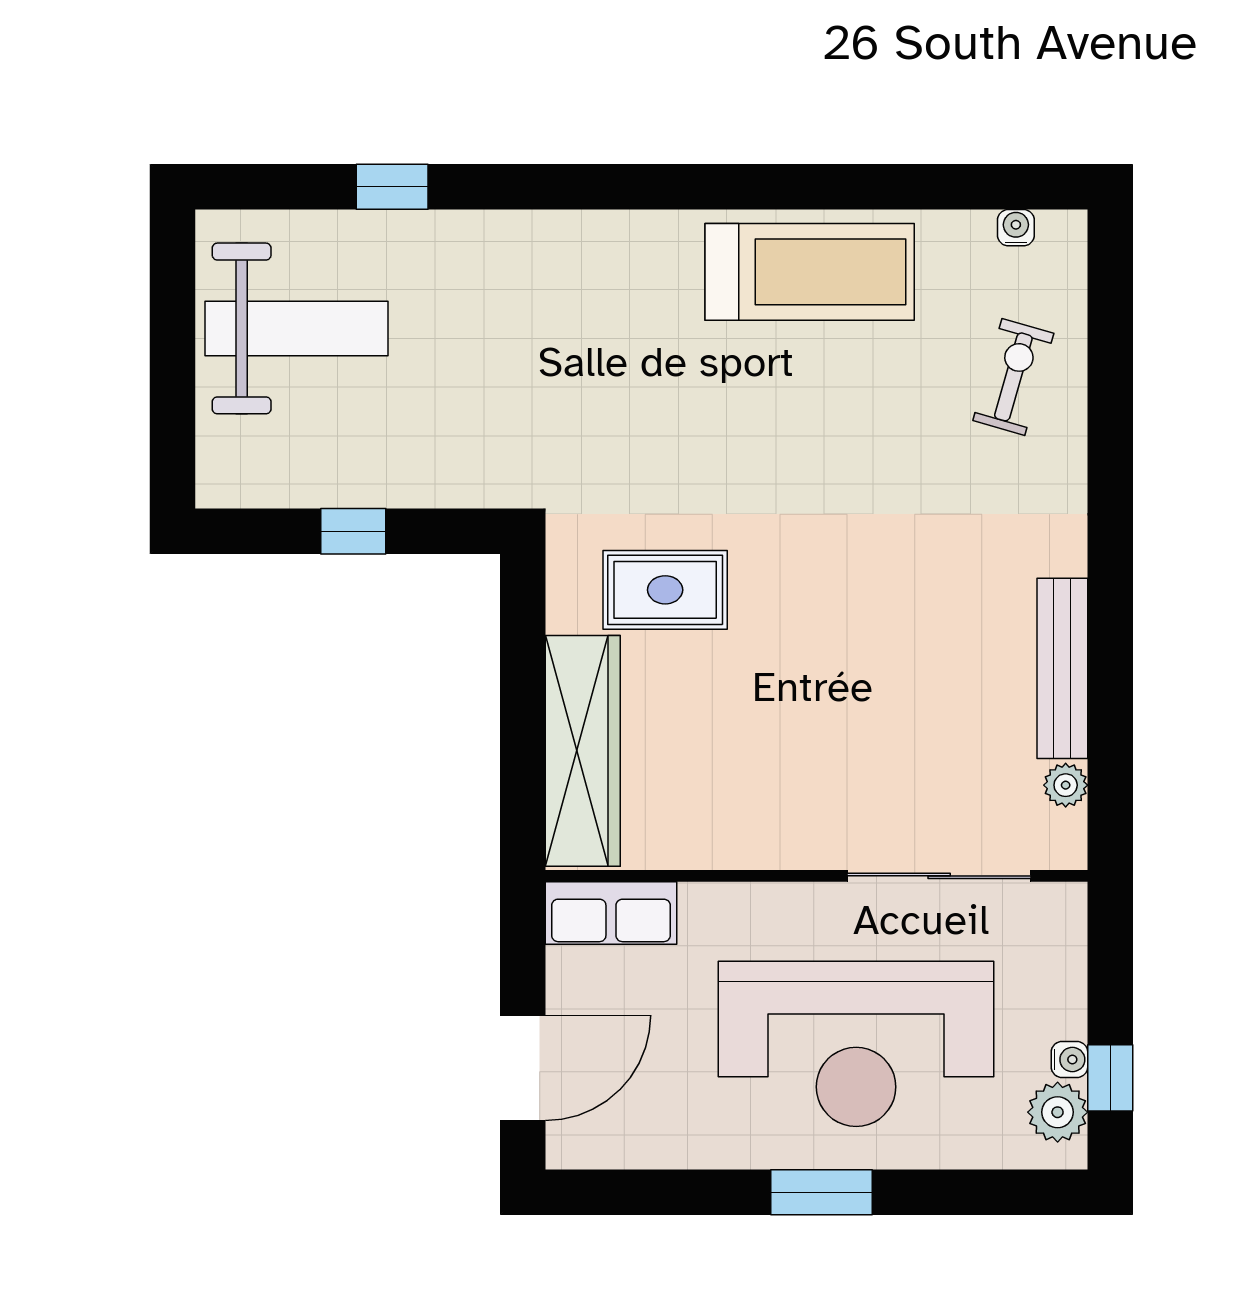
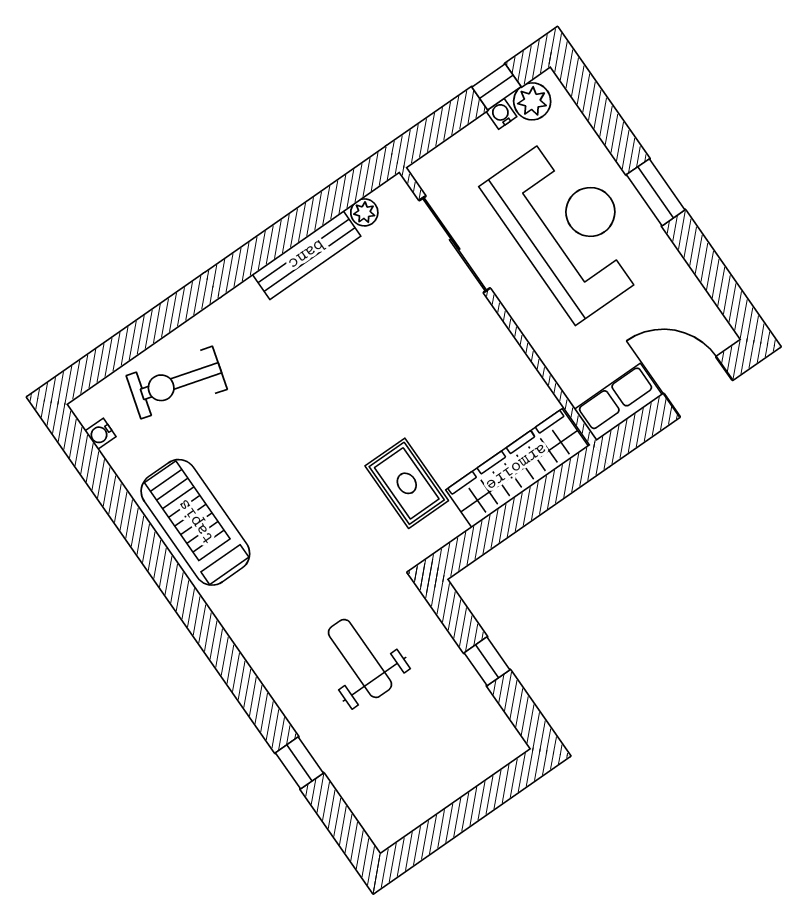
weight bench: (296, 328) -> (360, 658), moved, width x0.73, depth x0.75
exercise bike: (1013, 377) -> (177, 383), width x1.38, depth x1.39
row of seats: (611, 913) -> (618, 402), moved, turned -90

